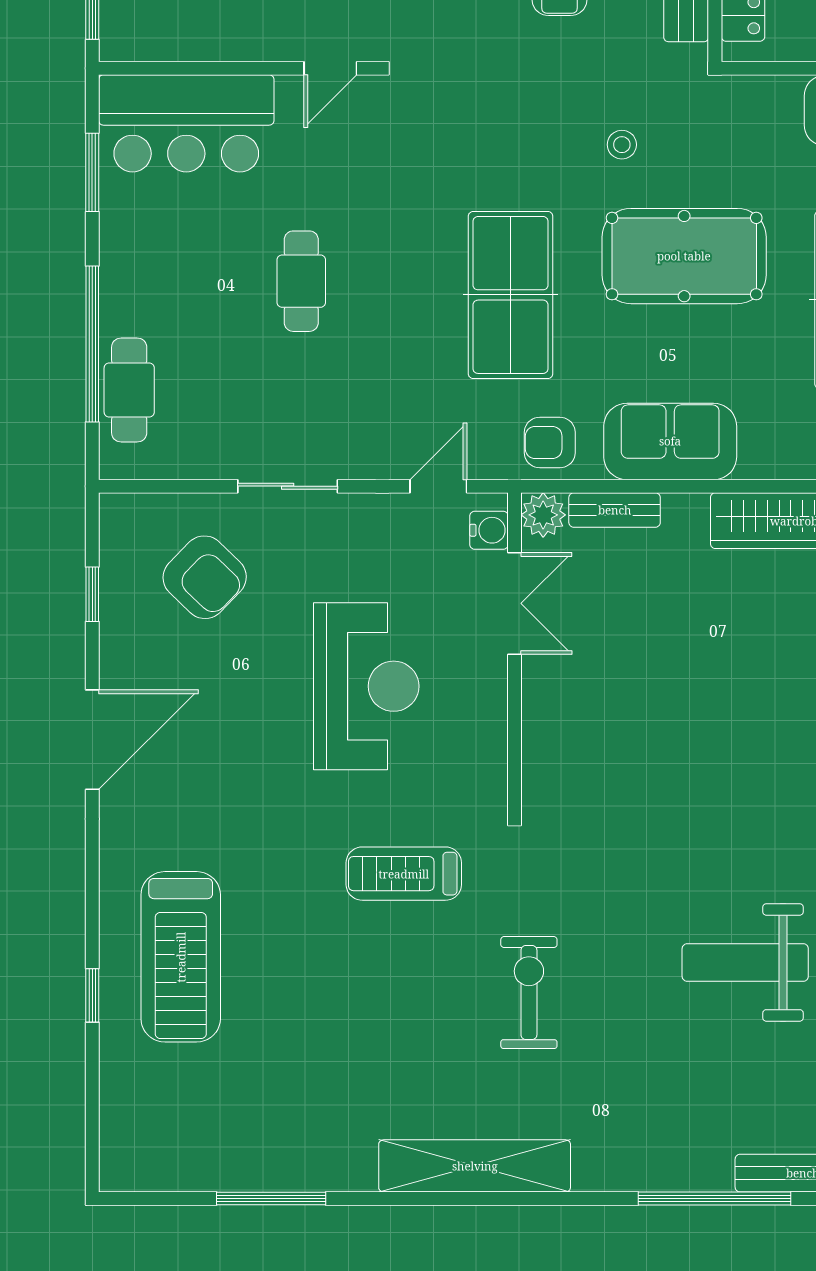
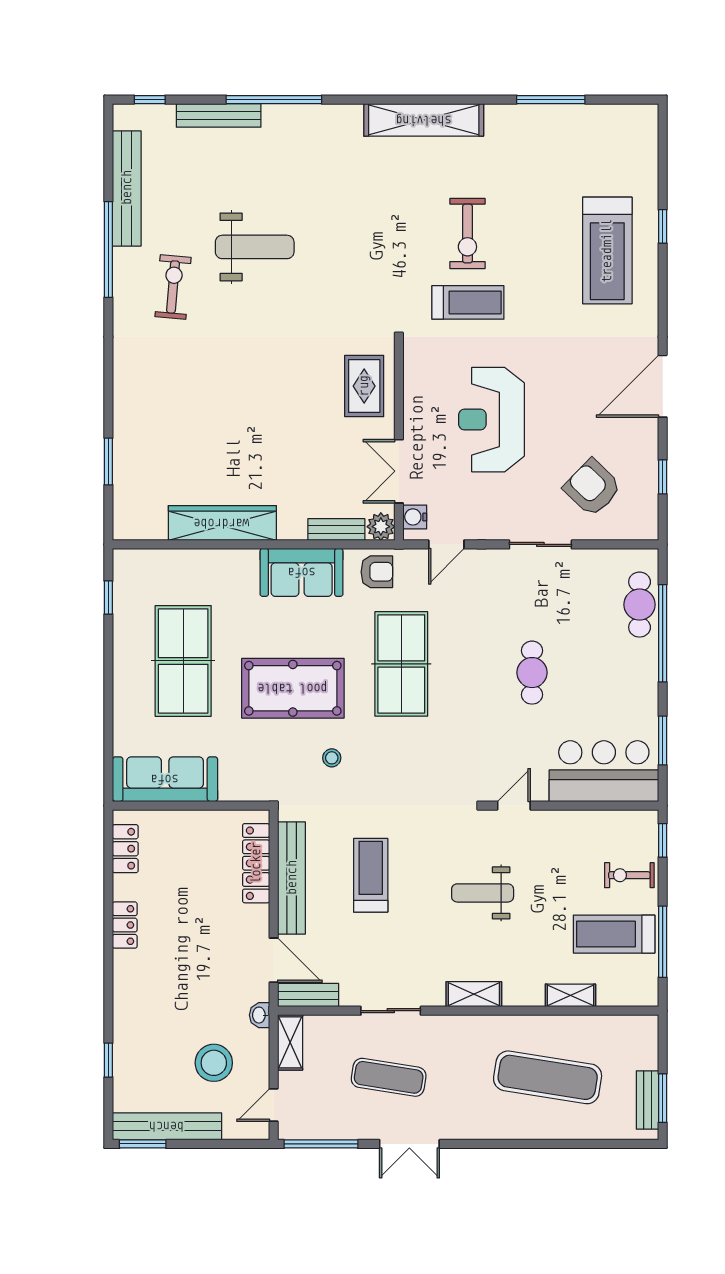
rug: (570, 740) -> (364, 386), added
treadmill: (181, 957) -> (607, 251), turned 180
exercise bike: (529, 993) -> (467, 233), moved

